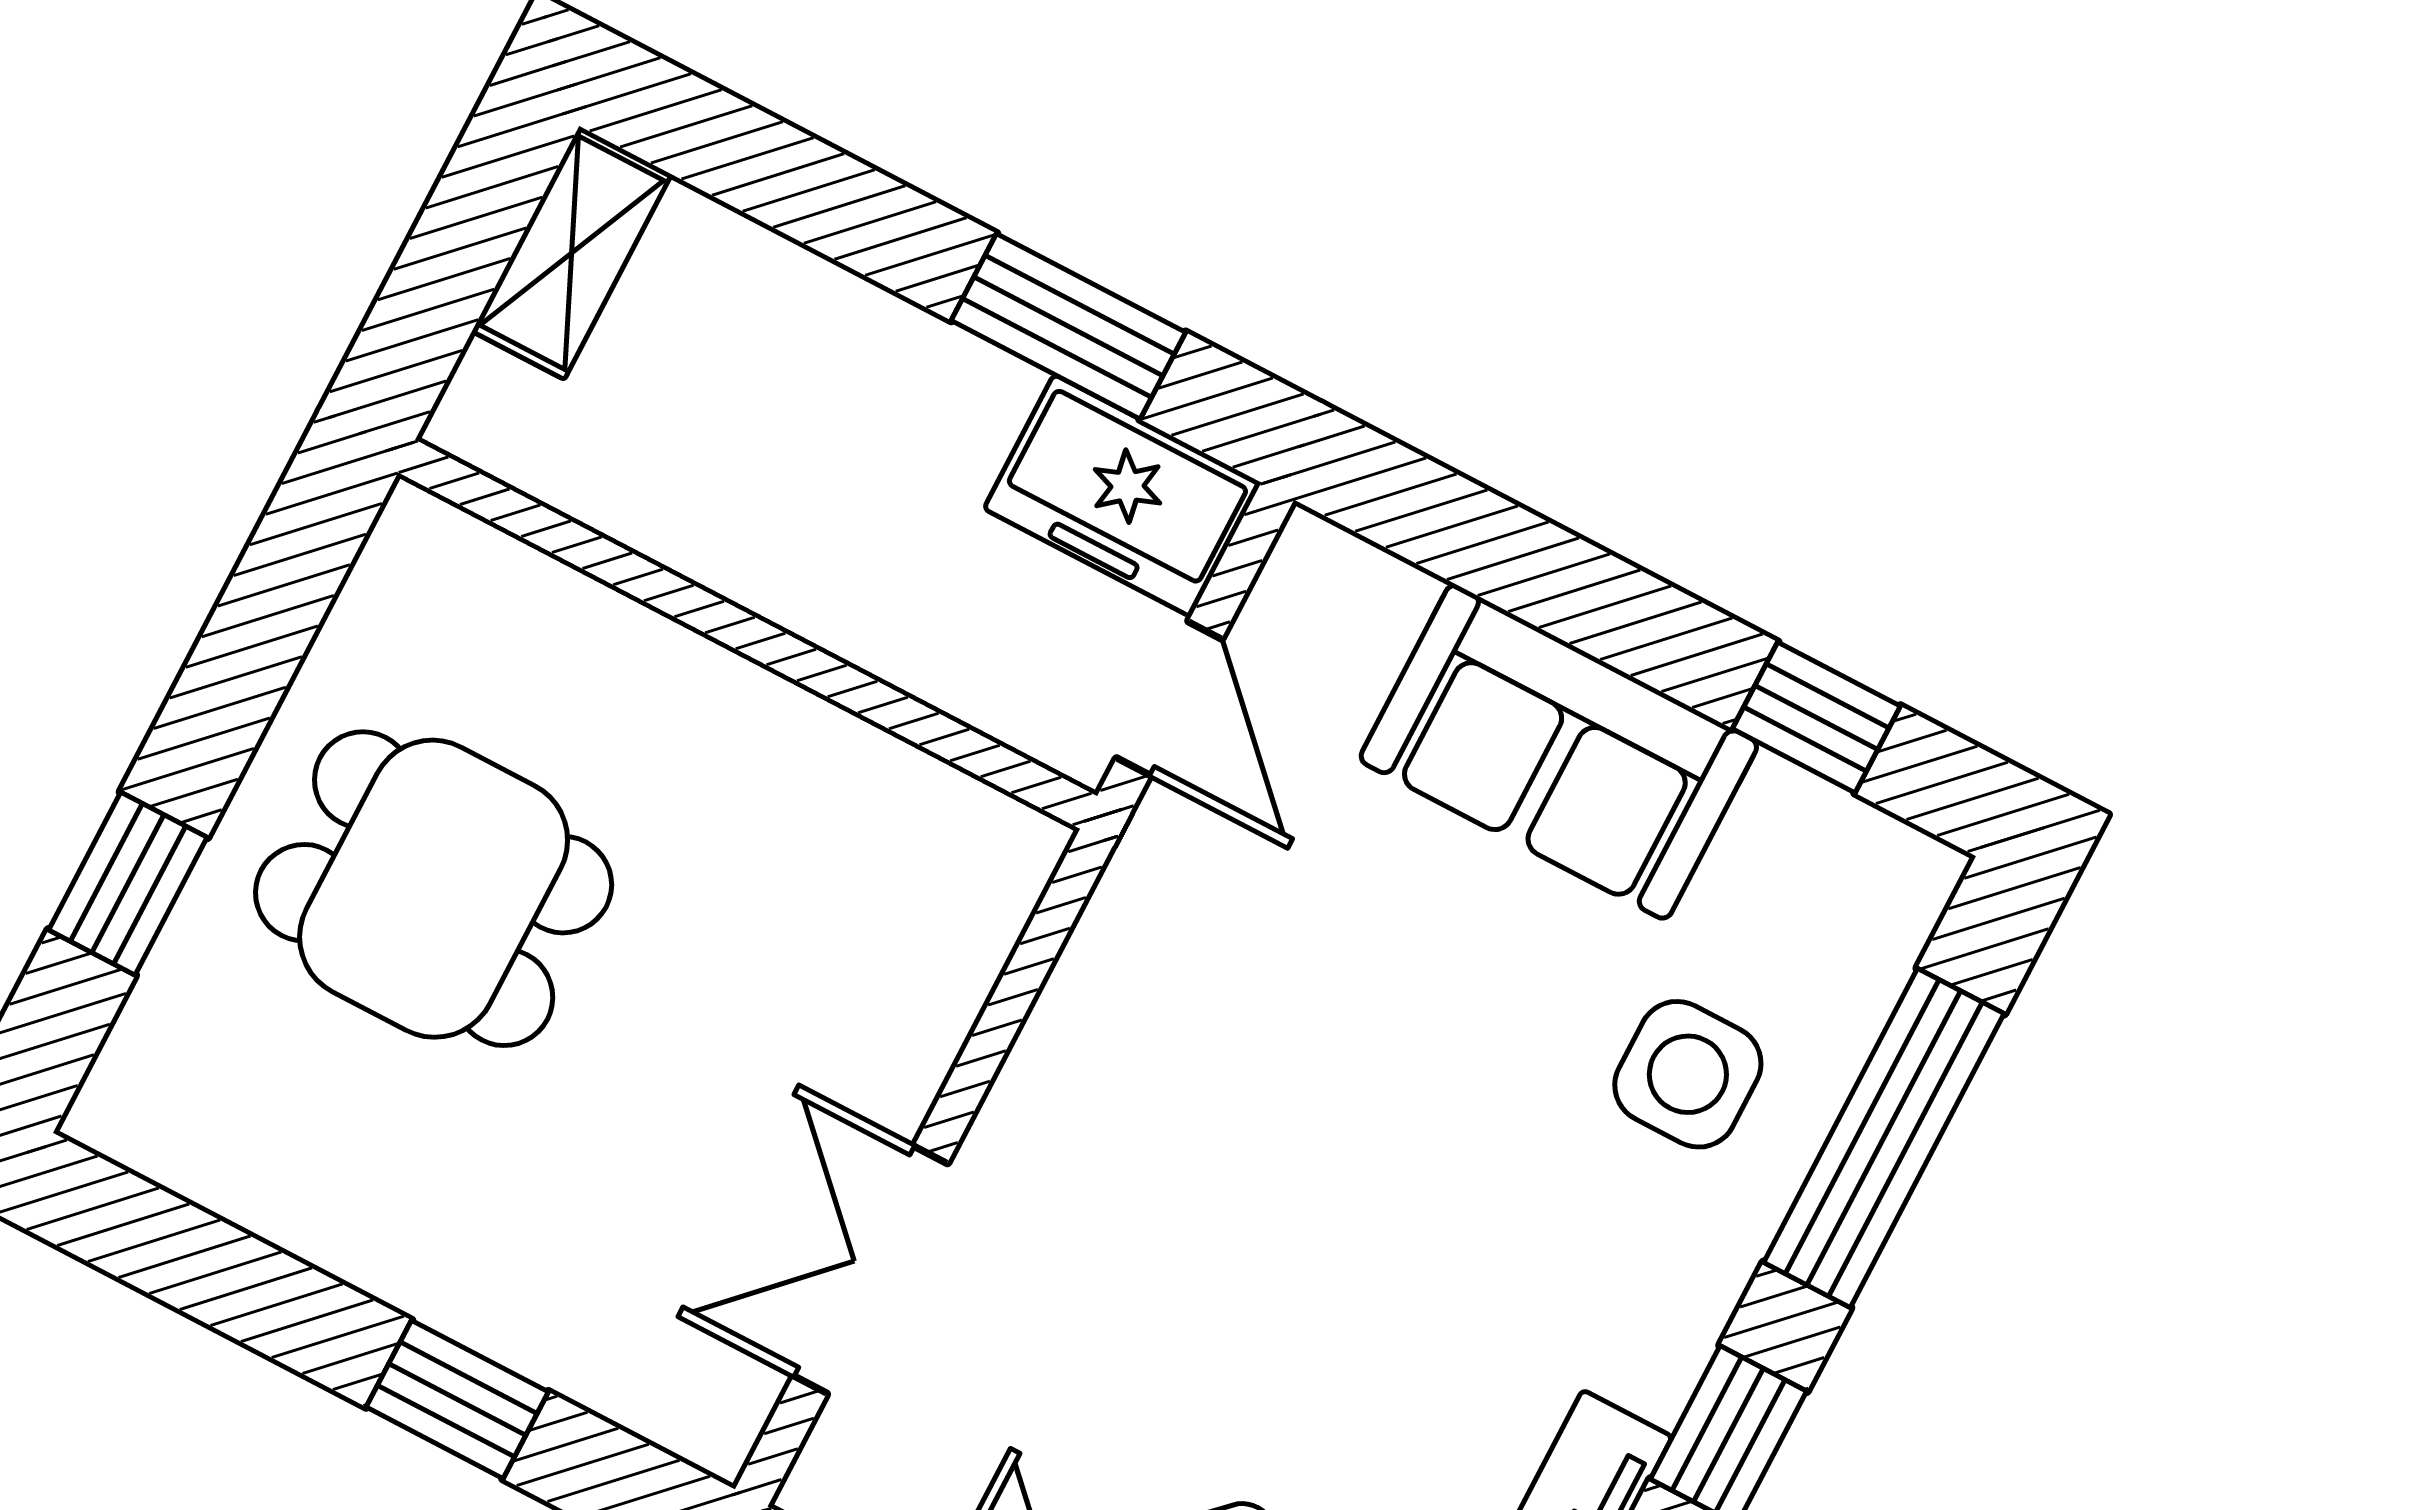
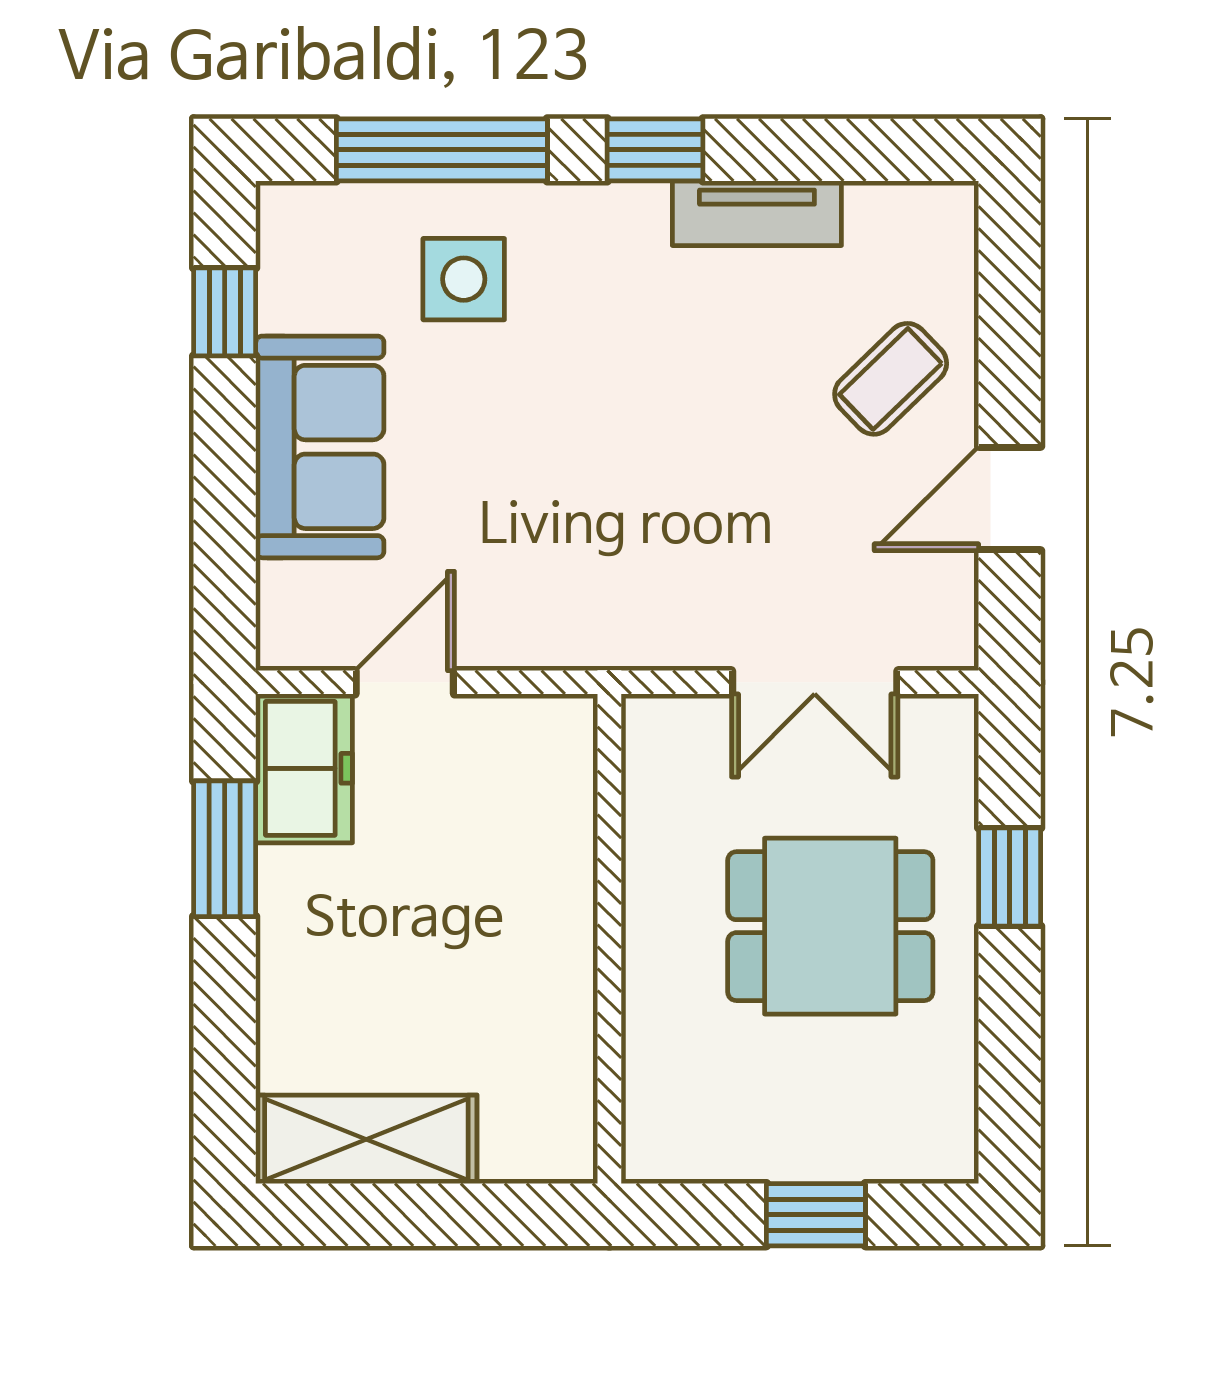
shelving: (572, 253) -> (366, 1139), width x1.50, depth x1.33
wall: (748, 634) -> (609, 939), moved
dining table: (434, 889) -> (830, 926), moved, turned 90

